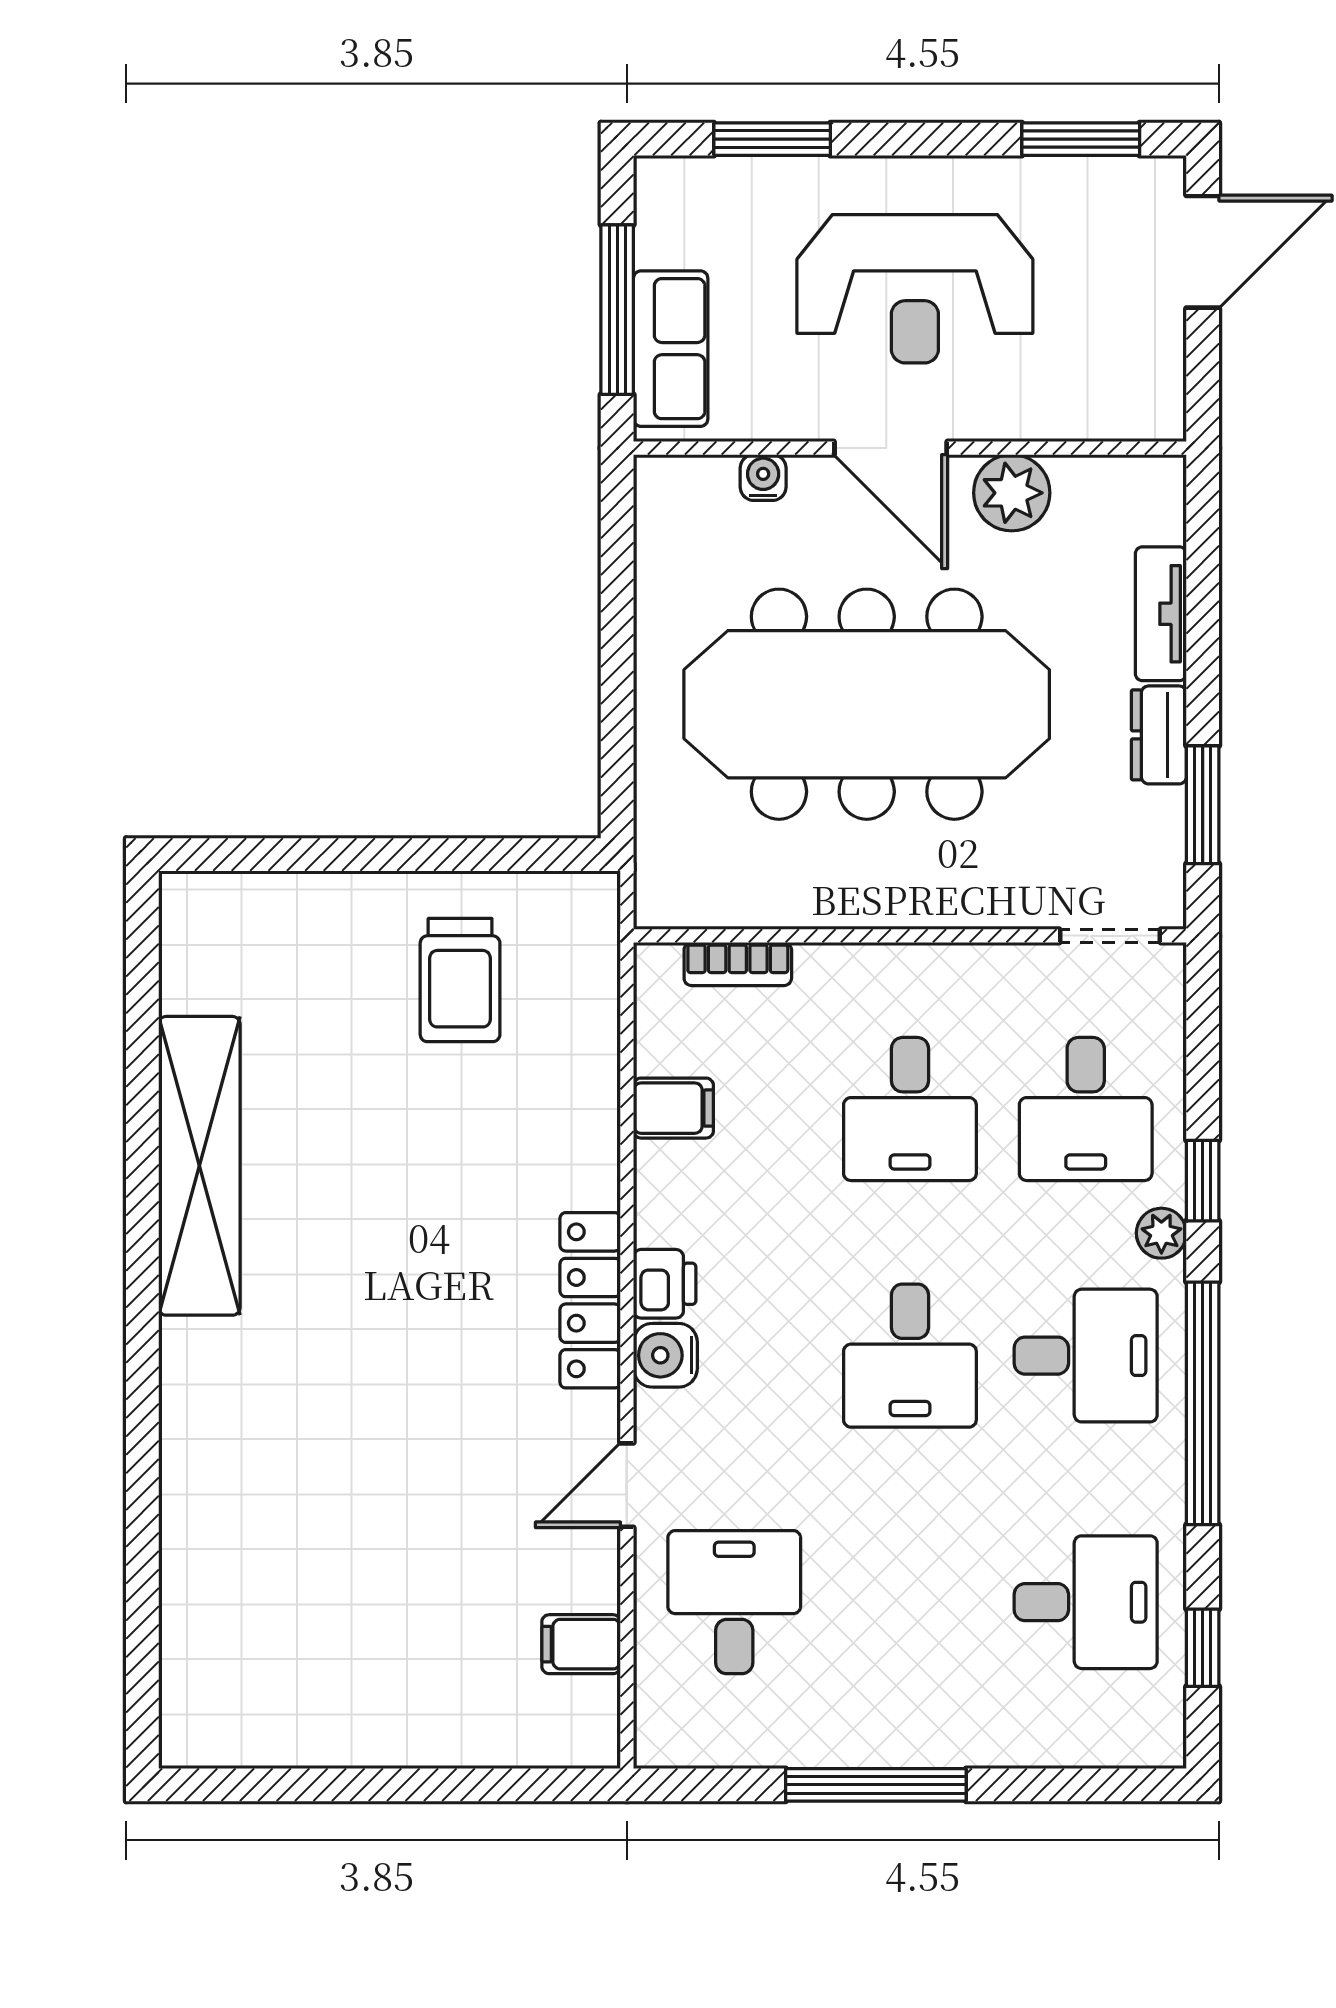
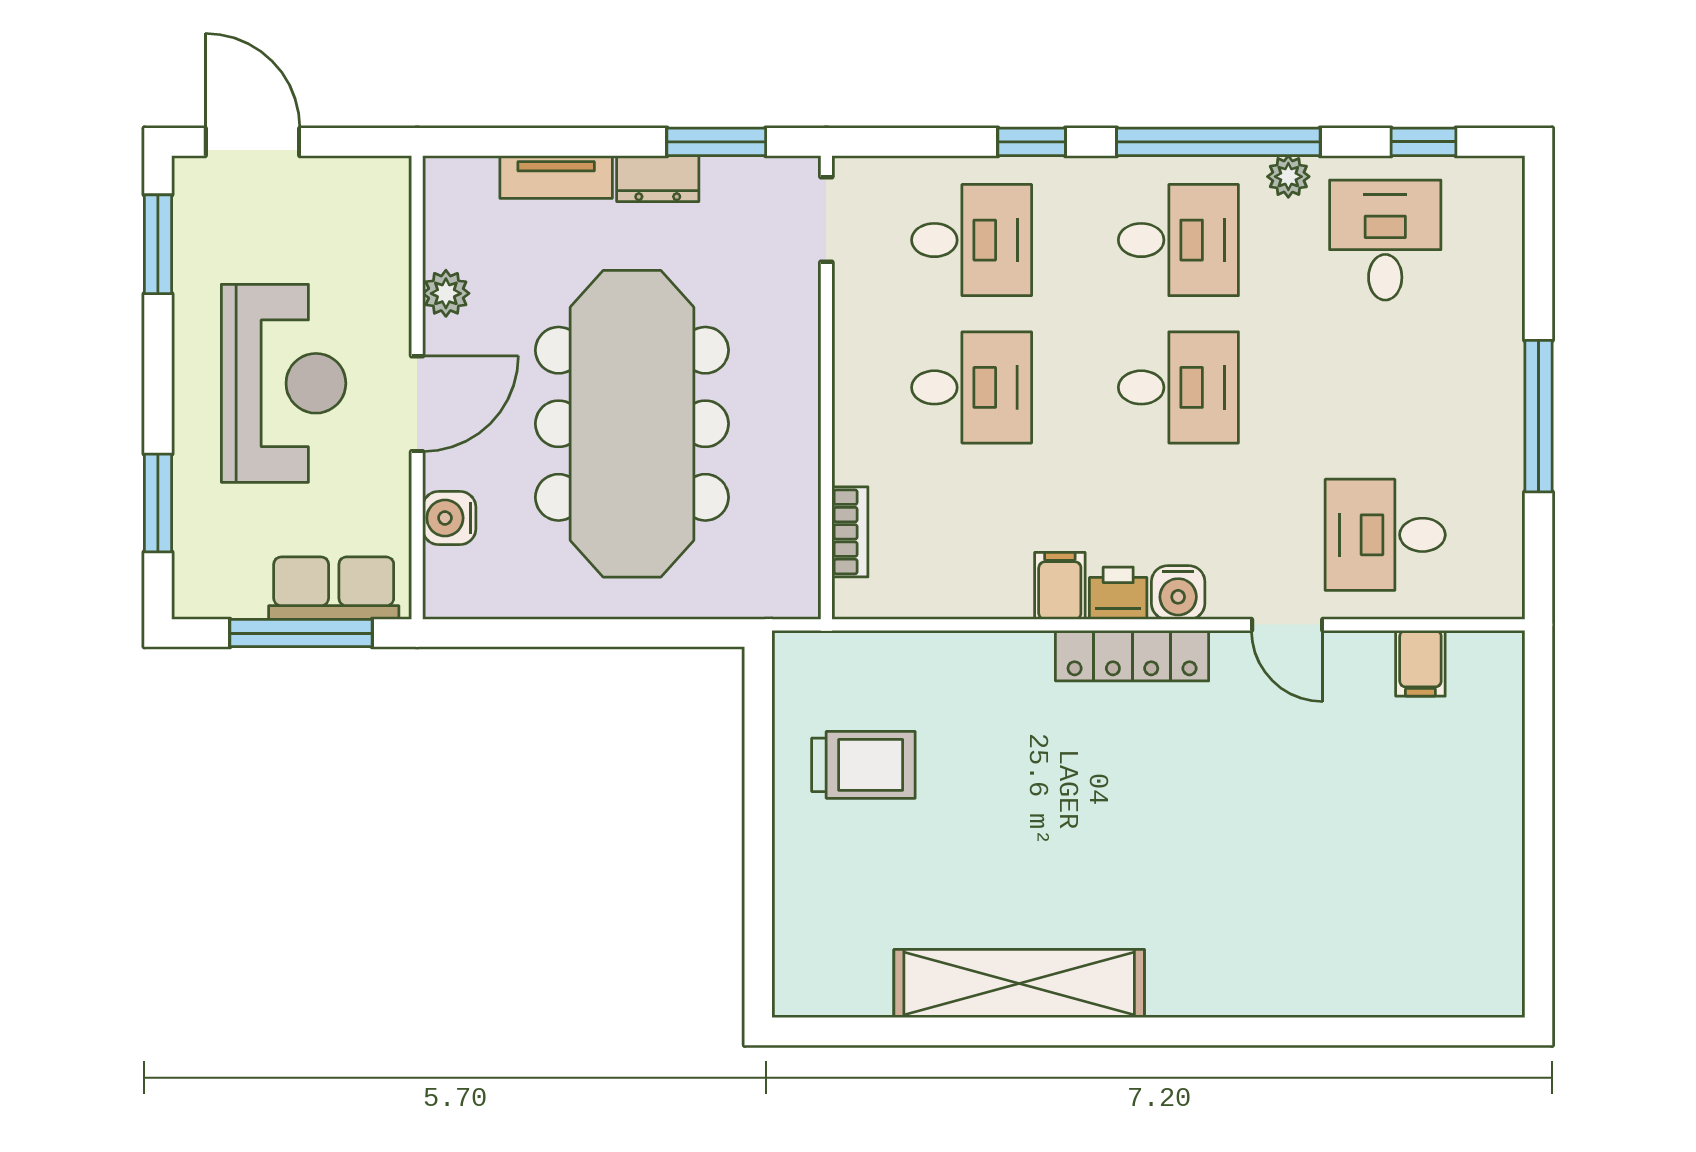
water cooler: (763, 478) -> (449, 518), width x1.38, depth x1.38
plant: (1012, 493) -> (446, 293), width x0.73, depth x0.73
filing cabinet: (673, 1108) -> (1060, 586), moved
plant: (1161, 1233) -> (1288, 177), moved
desk: (1086, 1356) -> (1178, 240), turned 90

